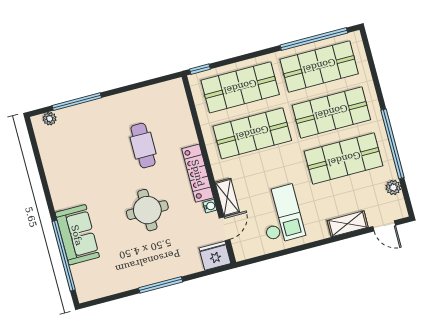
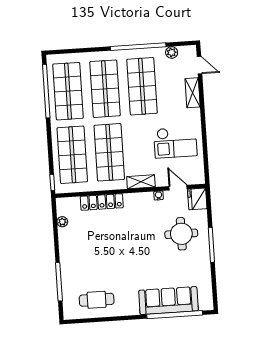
plant: (50, 119) -> (62, 222), moved
cafe table: (143, 146) -> (97, 300), moved
locker: (198, 173) -> (102, 202), moved
shelving: (227, 197) -> (141, 182), moved
round table: (147, 210) -> (181, 234), moved
checkout: (281, 214) -> (175, 142), turned 180
door: (384, 226) -> (200, 65), hinge flipped
sofa: (77, 235) -> (168, 301), width x1.36

